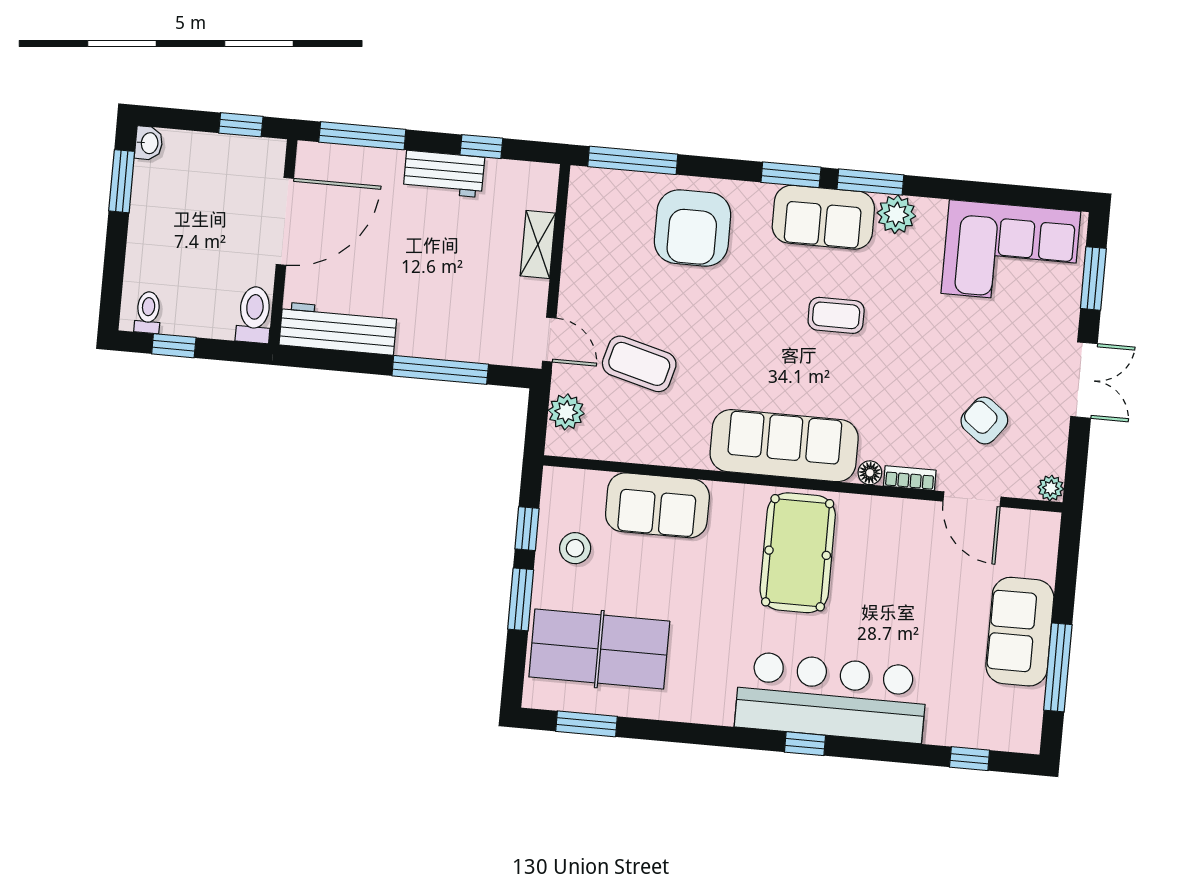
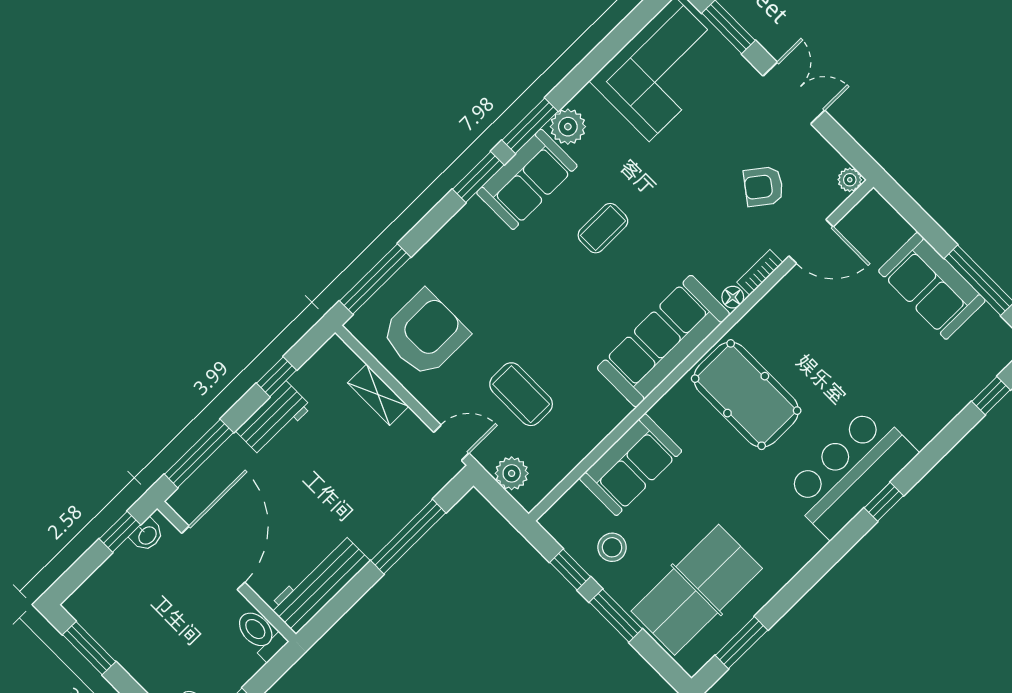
washbasin: (149, 143) -> (147, 535), moved, turned 90
armchair: (693, 228) -> (425, 334), moved, turned -90
coffee table: (639, 364) -> (521, 394), turned 75
bar counter: (831, 697) -> (851, 472), width x0.73

